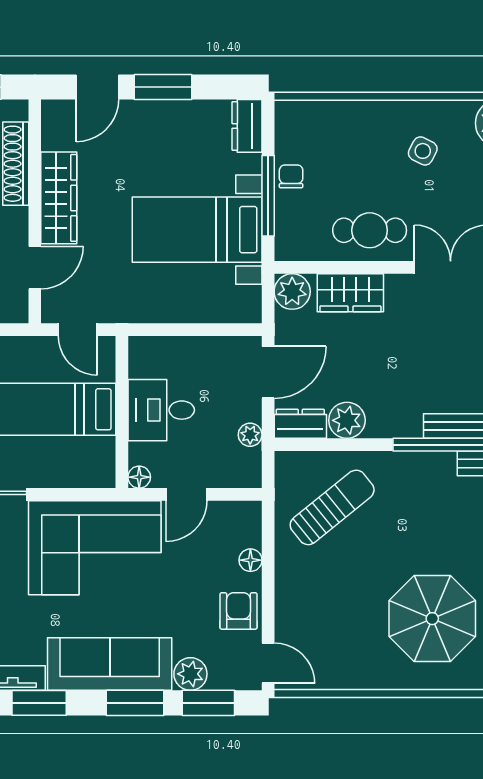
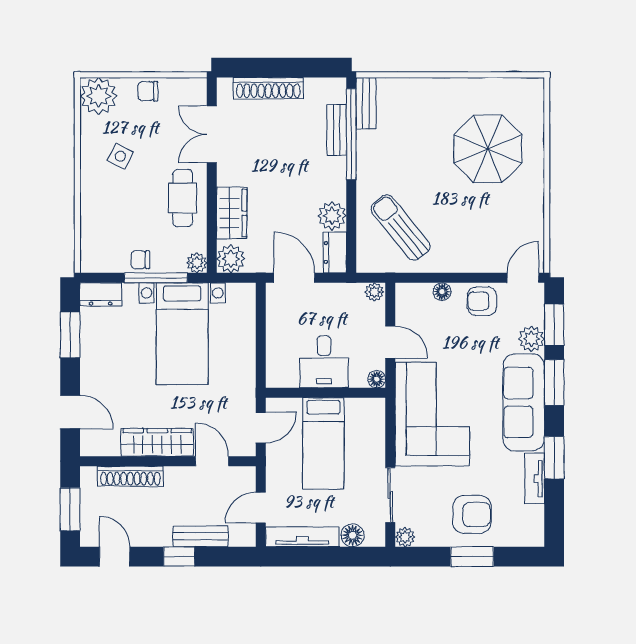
window: (163, 87) -> (70, 335), moved
plant: (287, 248) -> (197, 263), added
plant: (250, 435) -> (374, 292), moved

